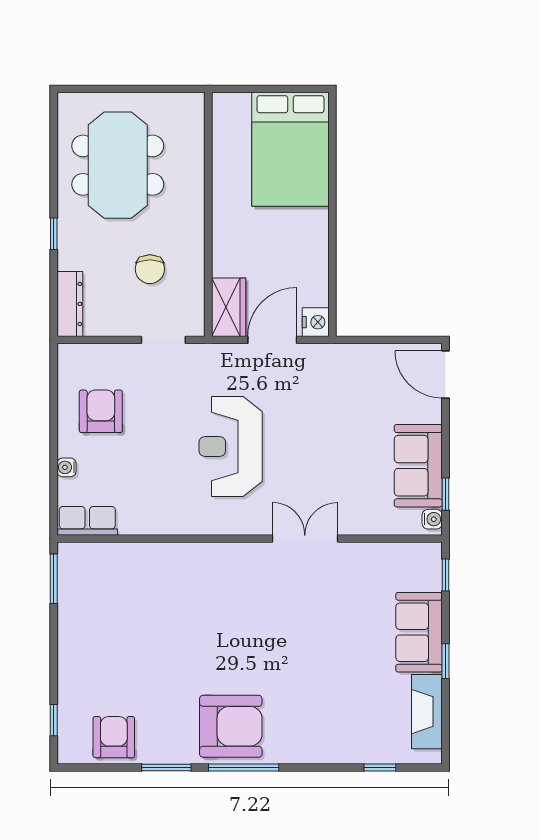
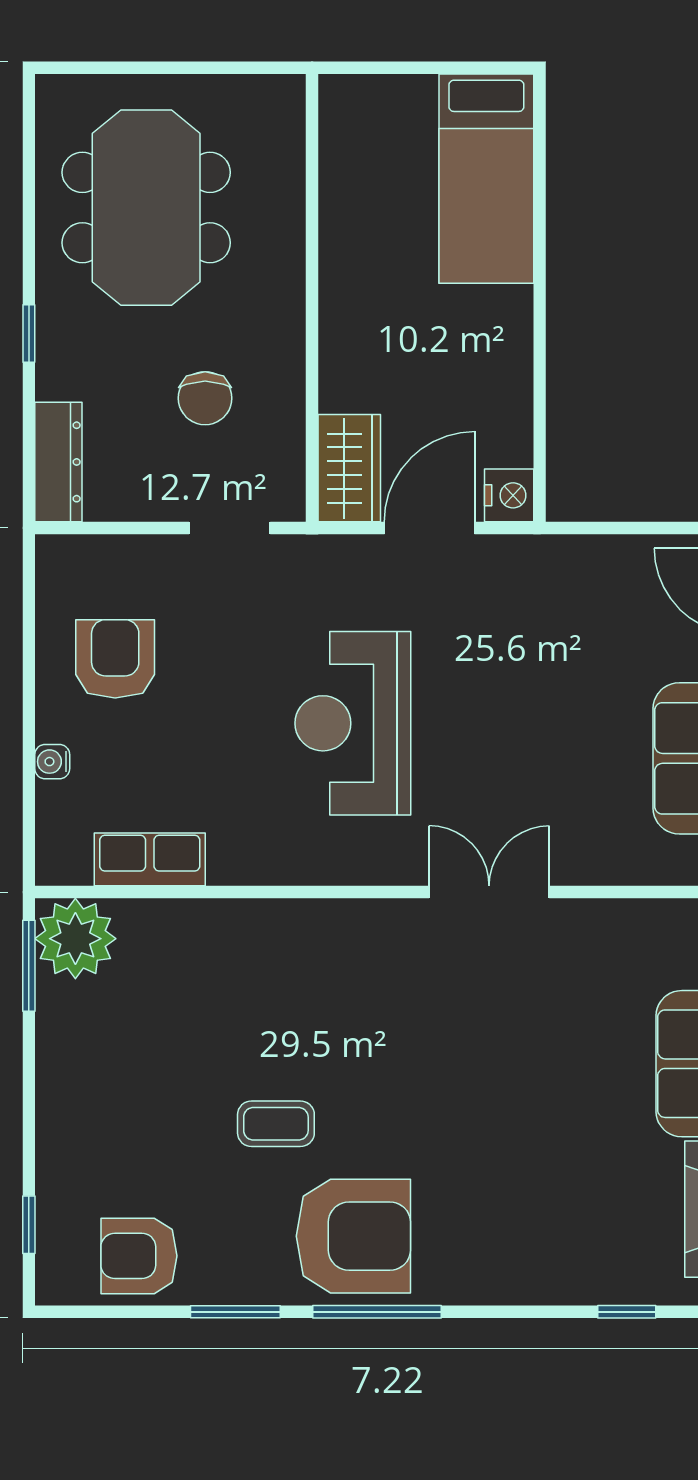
bed: (290, 149) -> (486, 179), width x0.67
row of seats: (87, 521) -> (150, 859), moved
plant: (79, 564) -> (75, 939), added
coffee table: (189, 665) -> (276, 1124), added
armchair: (114, 737) -> (139, 1256), turned -90

